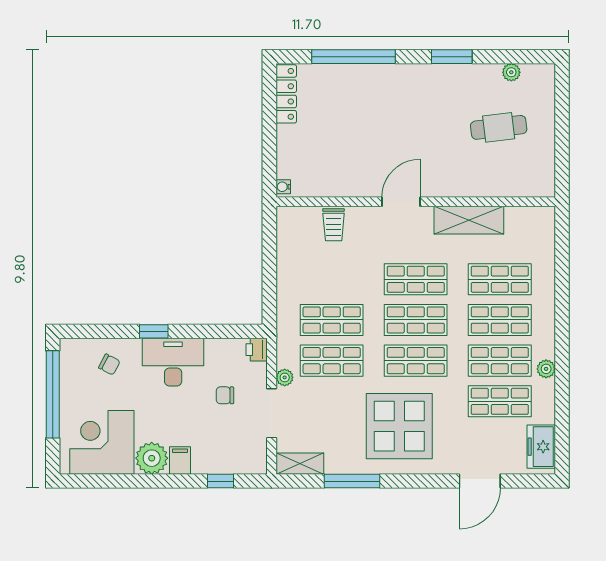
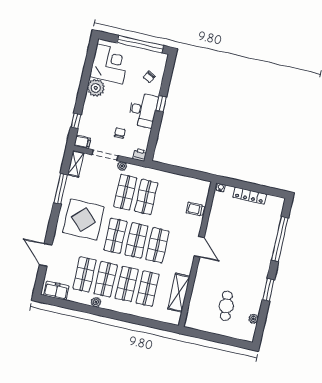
locker: (286, 94) -> (250, 196), moved
shelving: (469, 220) -> (179, 293), moved
filing cabinet: (180, 460) -> (82, 142), moved

